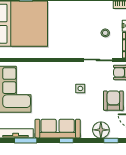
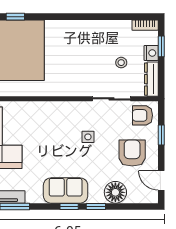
sofa: (58, 129) -> (66, 191), width x0.73
window: (111, 141) -> (96, 206), moved

